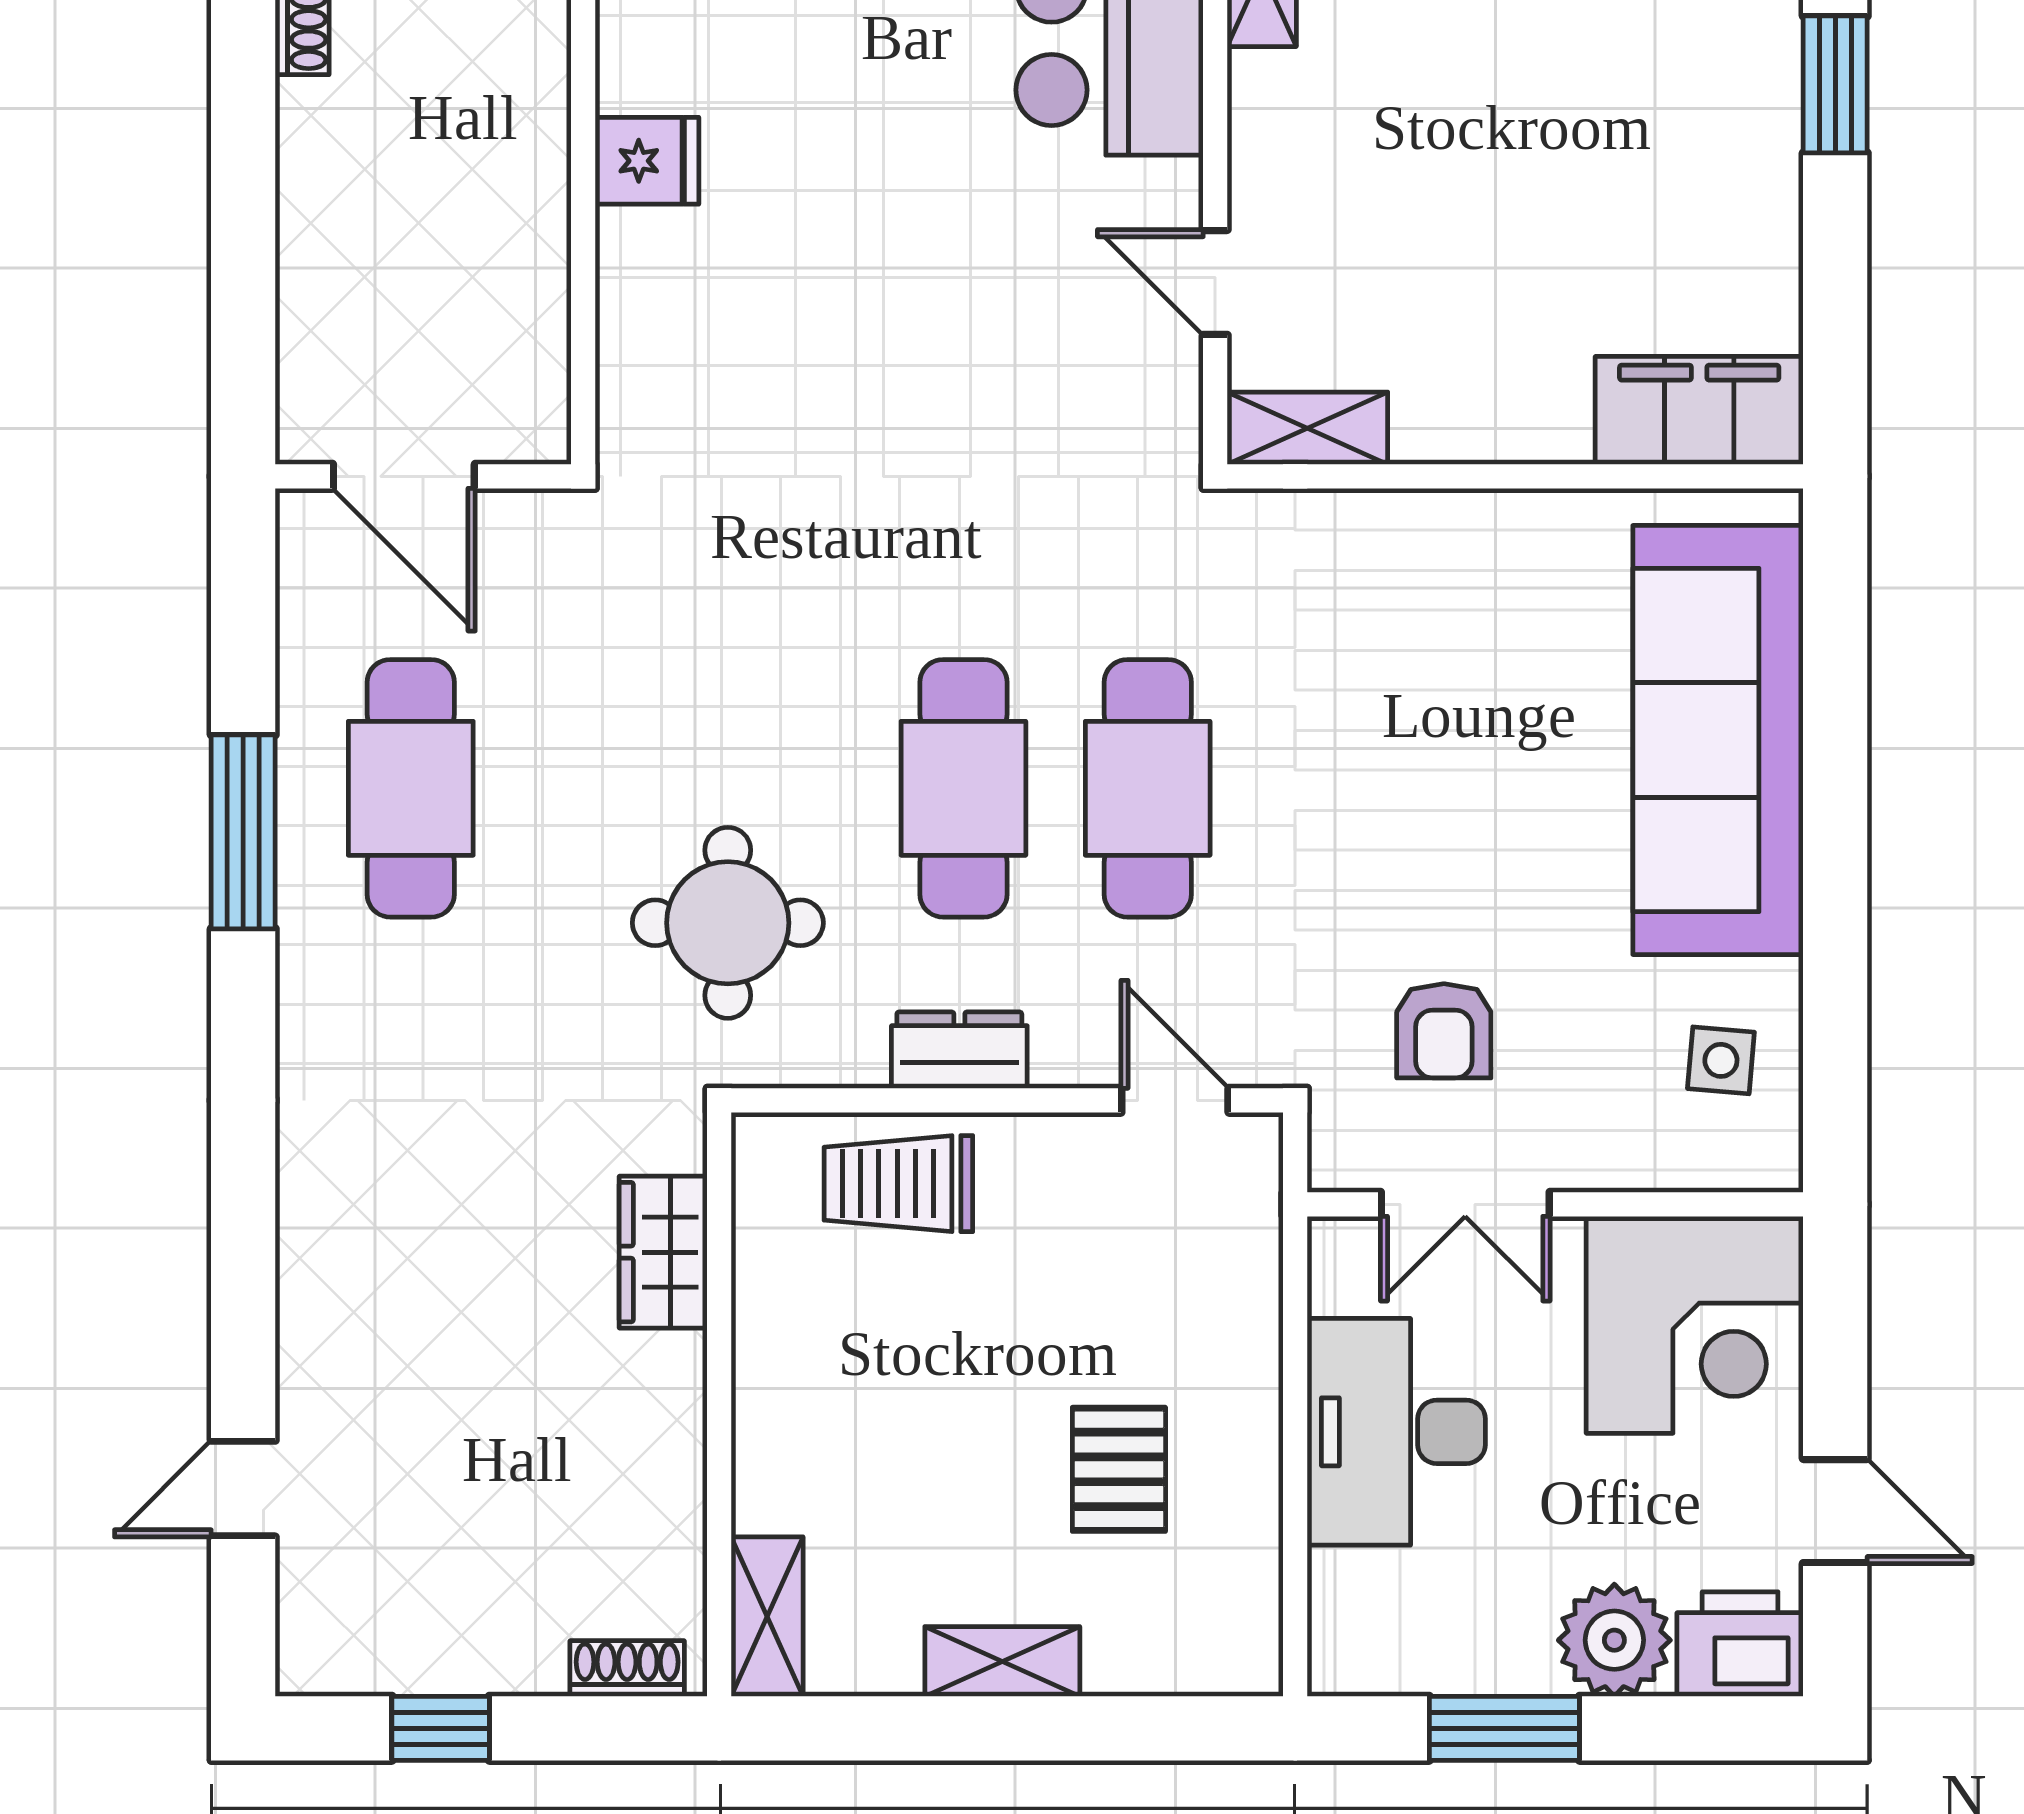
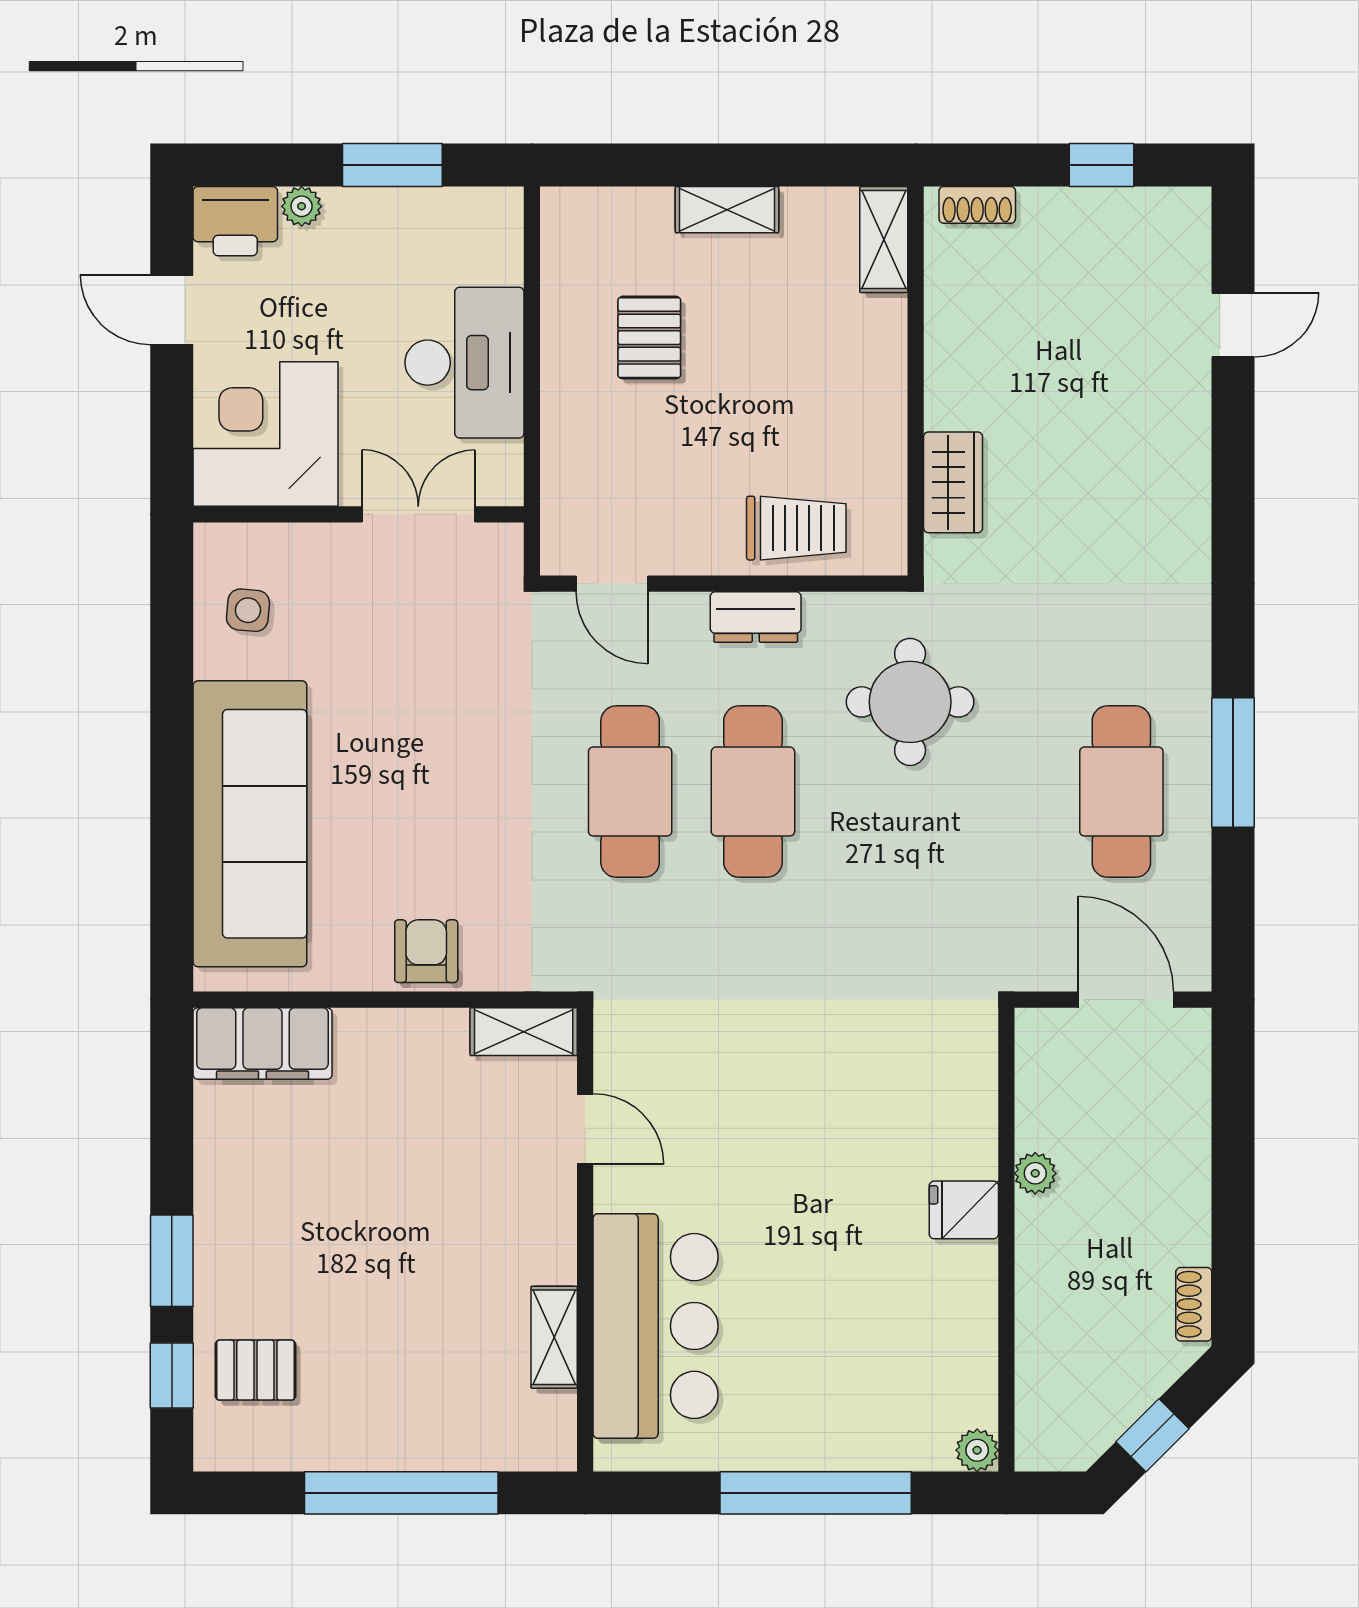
plant: (540, 216) -> (1035, 1173), added
armchair: (1444, 1031) -> (426, 951), moved
plant: (1614, 1640) -> (302, 206), width x0.53, depth x0.53

